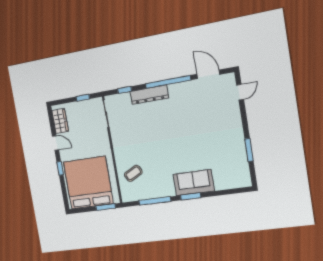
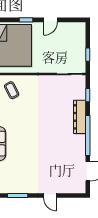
door: (240, 92) -> (50, 195), moved
wardrobe: (60, 121) -> (70, 28), removed

